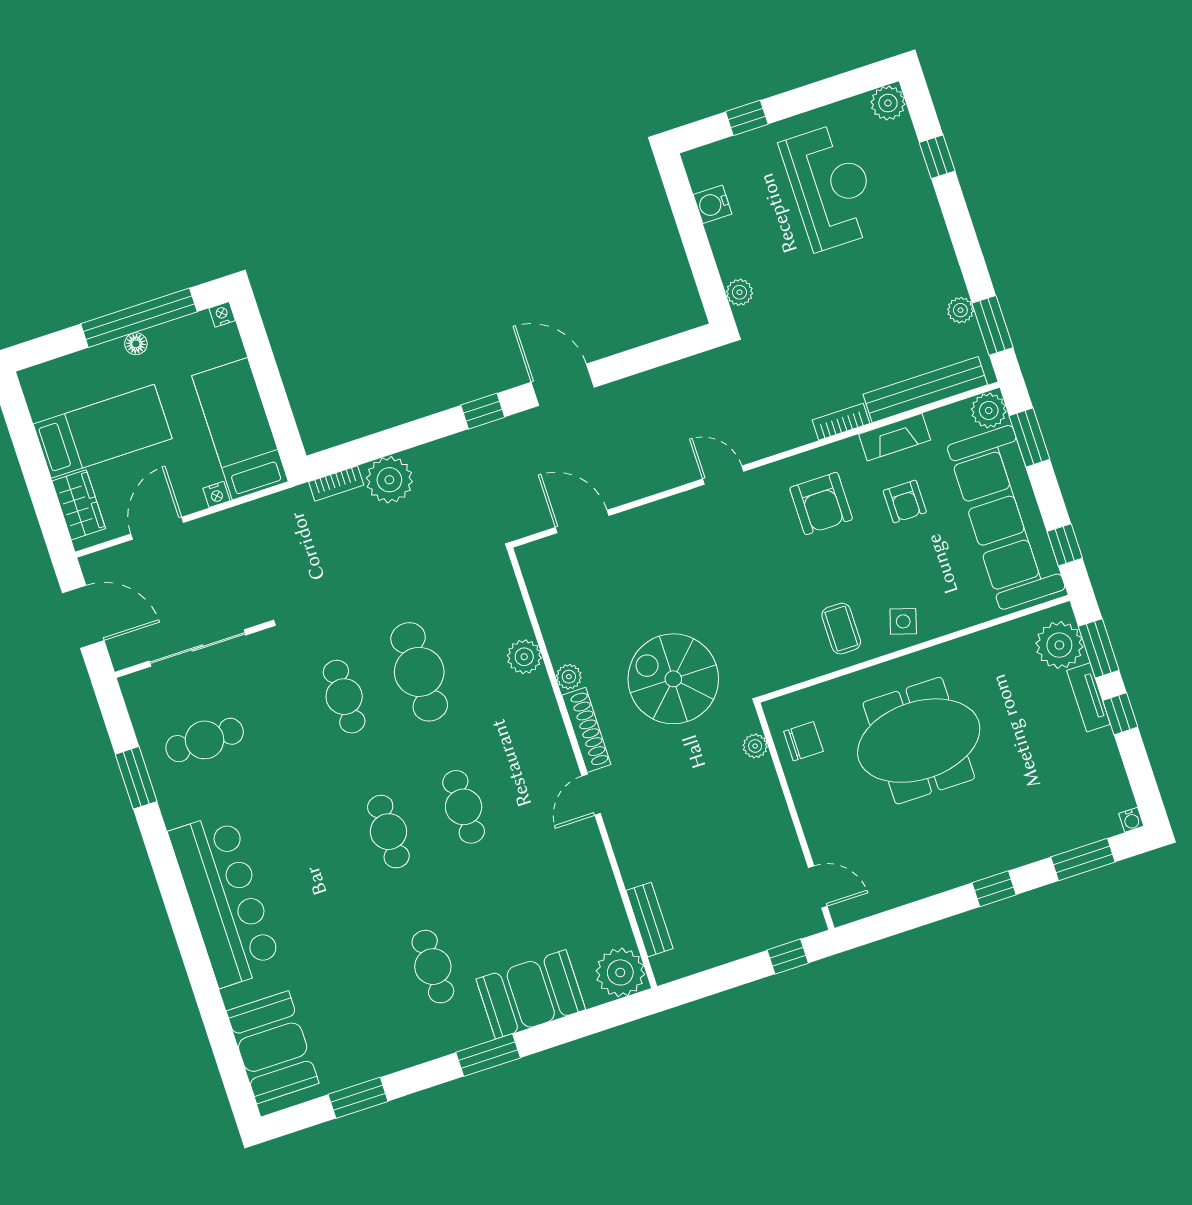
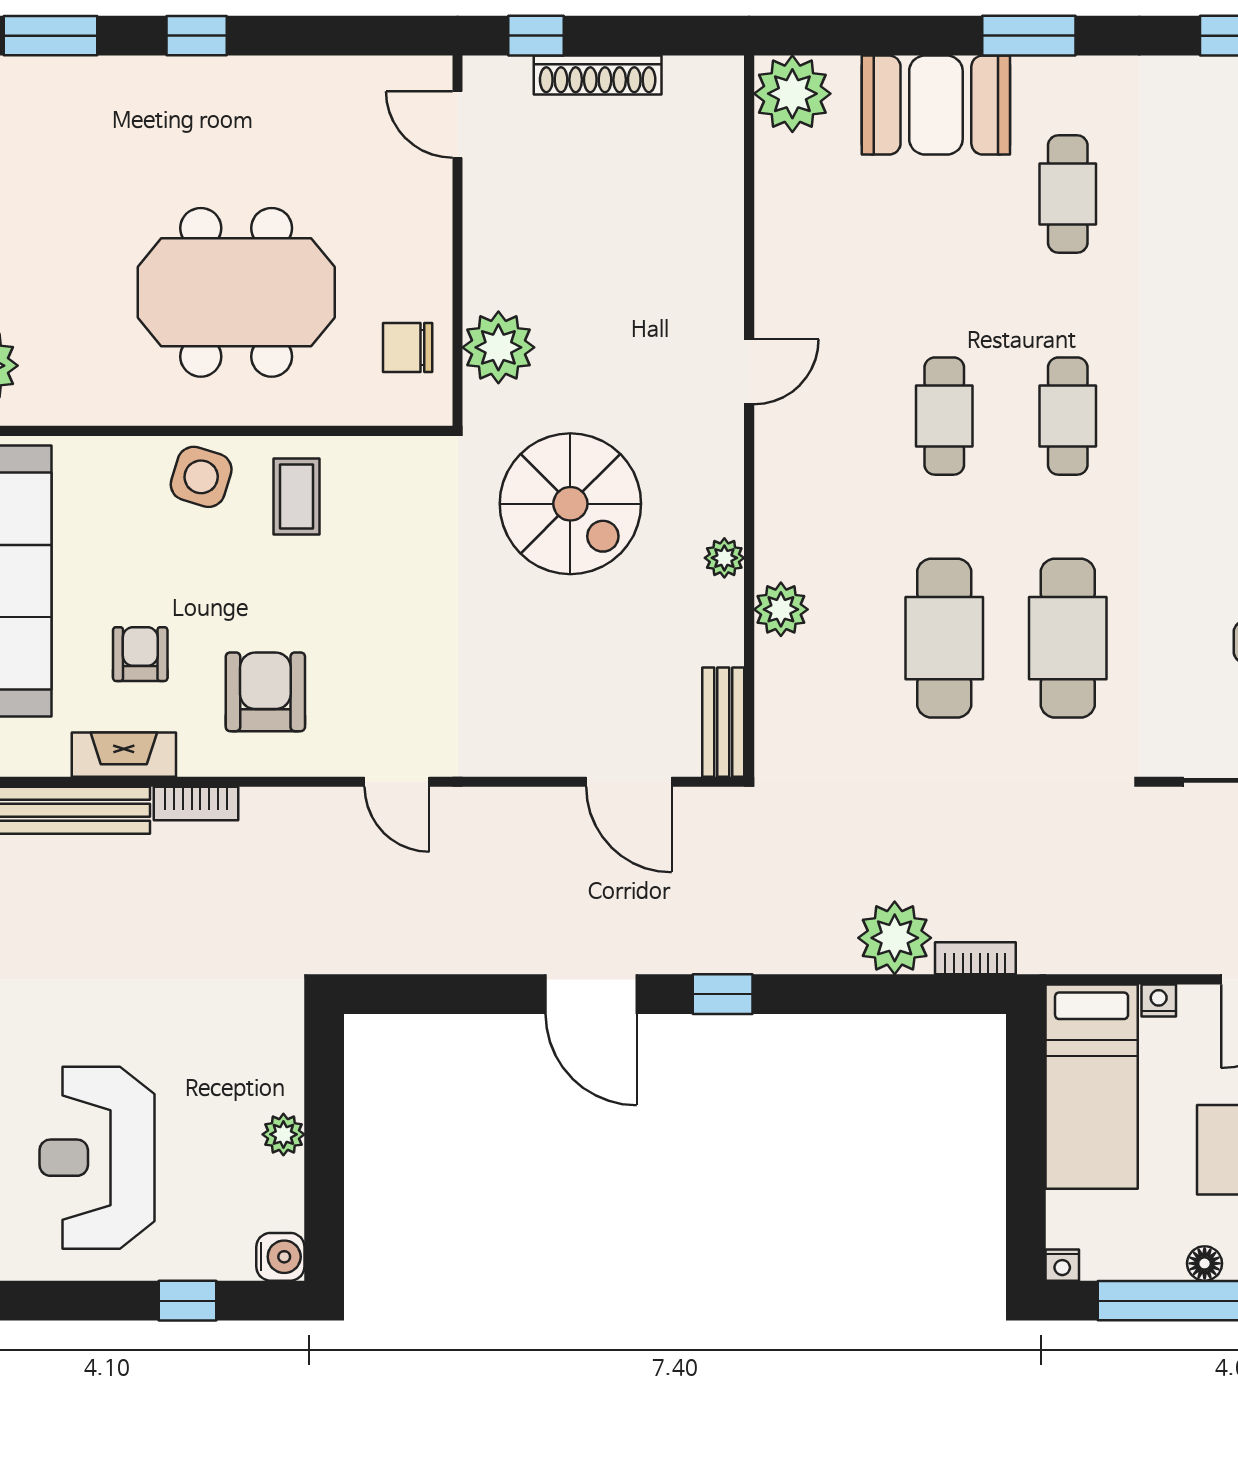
water cooler: (713, 204) -> (280, 1257), moved
plant: (739, 292) -> (283, 1134), moved
side table: (903, 621) -> (201, 477), width x1.37, depth x1.37
cafe table: (344, 697) -> (1068, 638), width x1.37, depth x1.35
shoe rack: (586, 730) -> (598, 75), moved, turned -90
plant: (755, 746) -> (498, 347), width x1.88, depth x1.88
bench: (649, 920) -> (723, 722), moved

